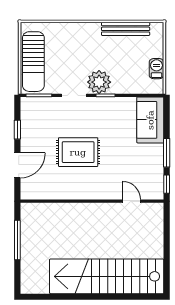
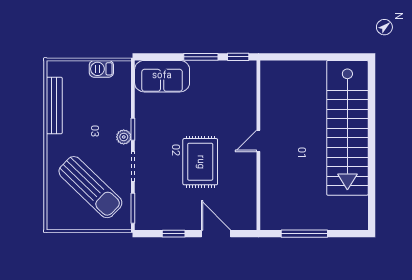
sun lounger: (33, 62) -> (90, 187), moved, turned 44
plant: (99, 82) -> (124, 137), width x0.53, depth x0.53
door: (132, 201) -> (258, 141), moved

